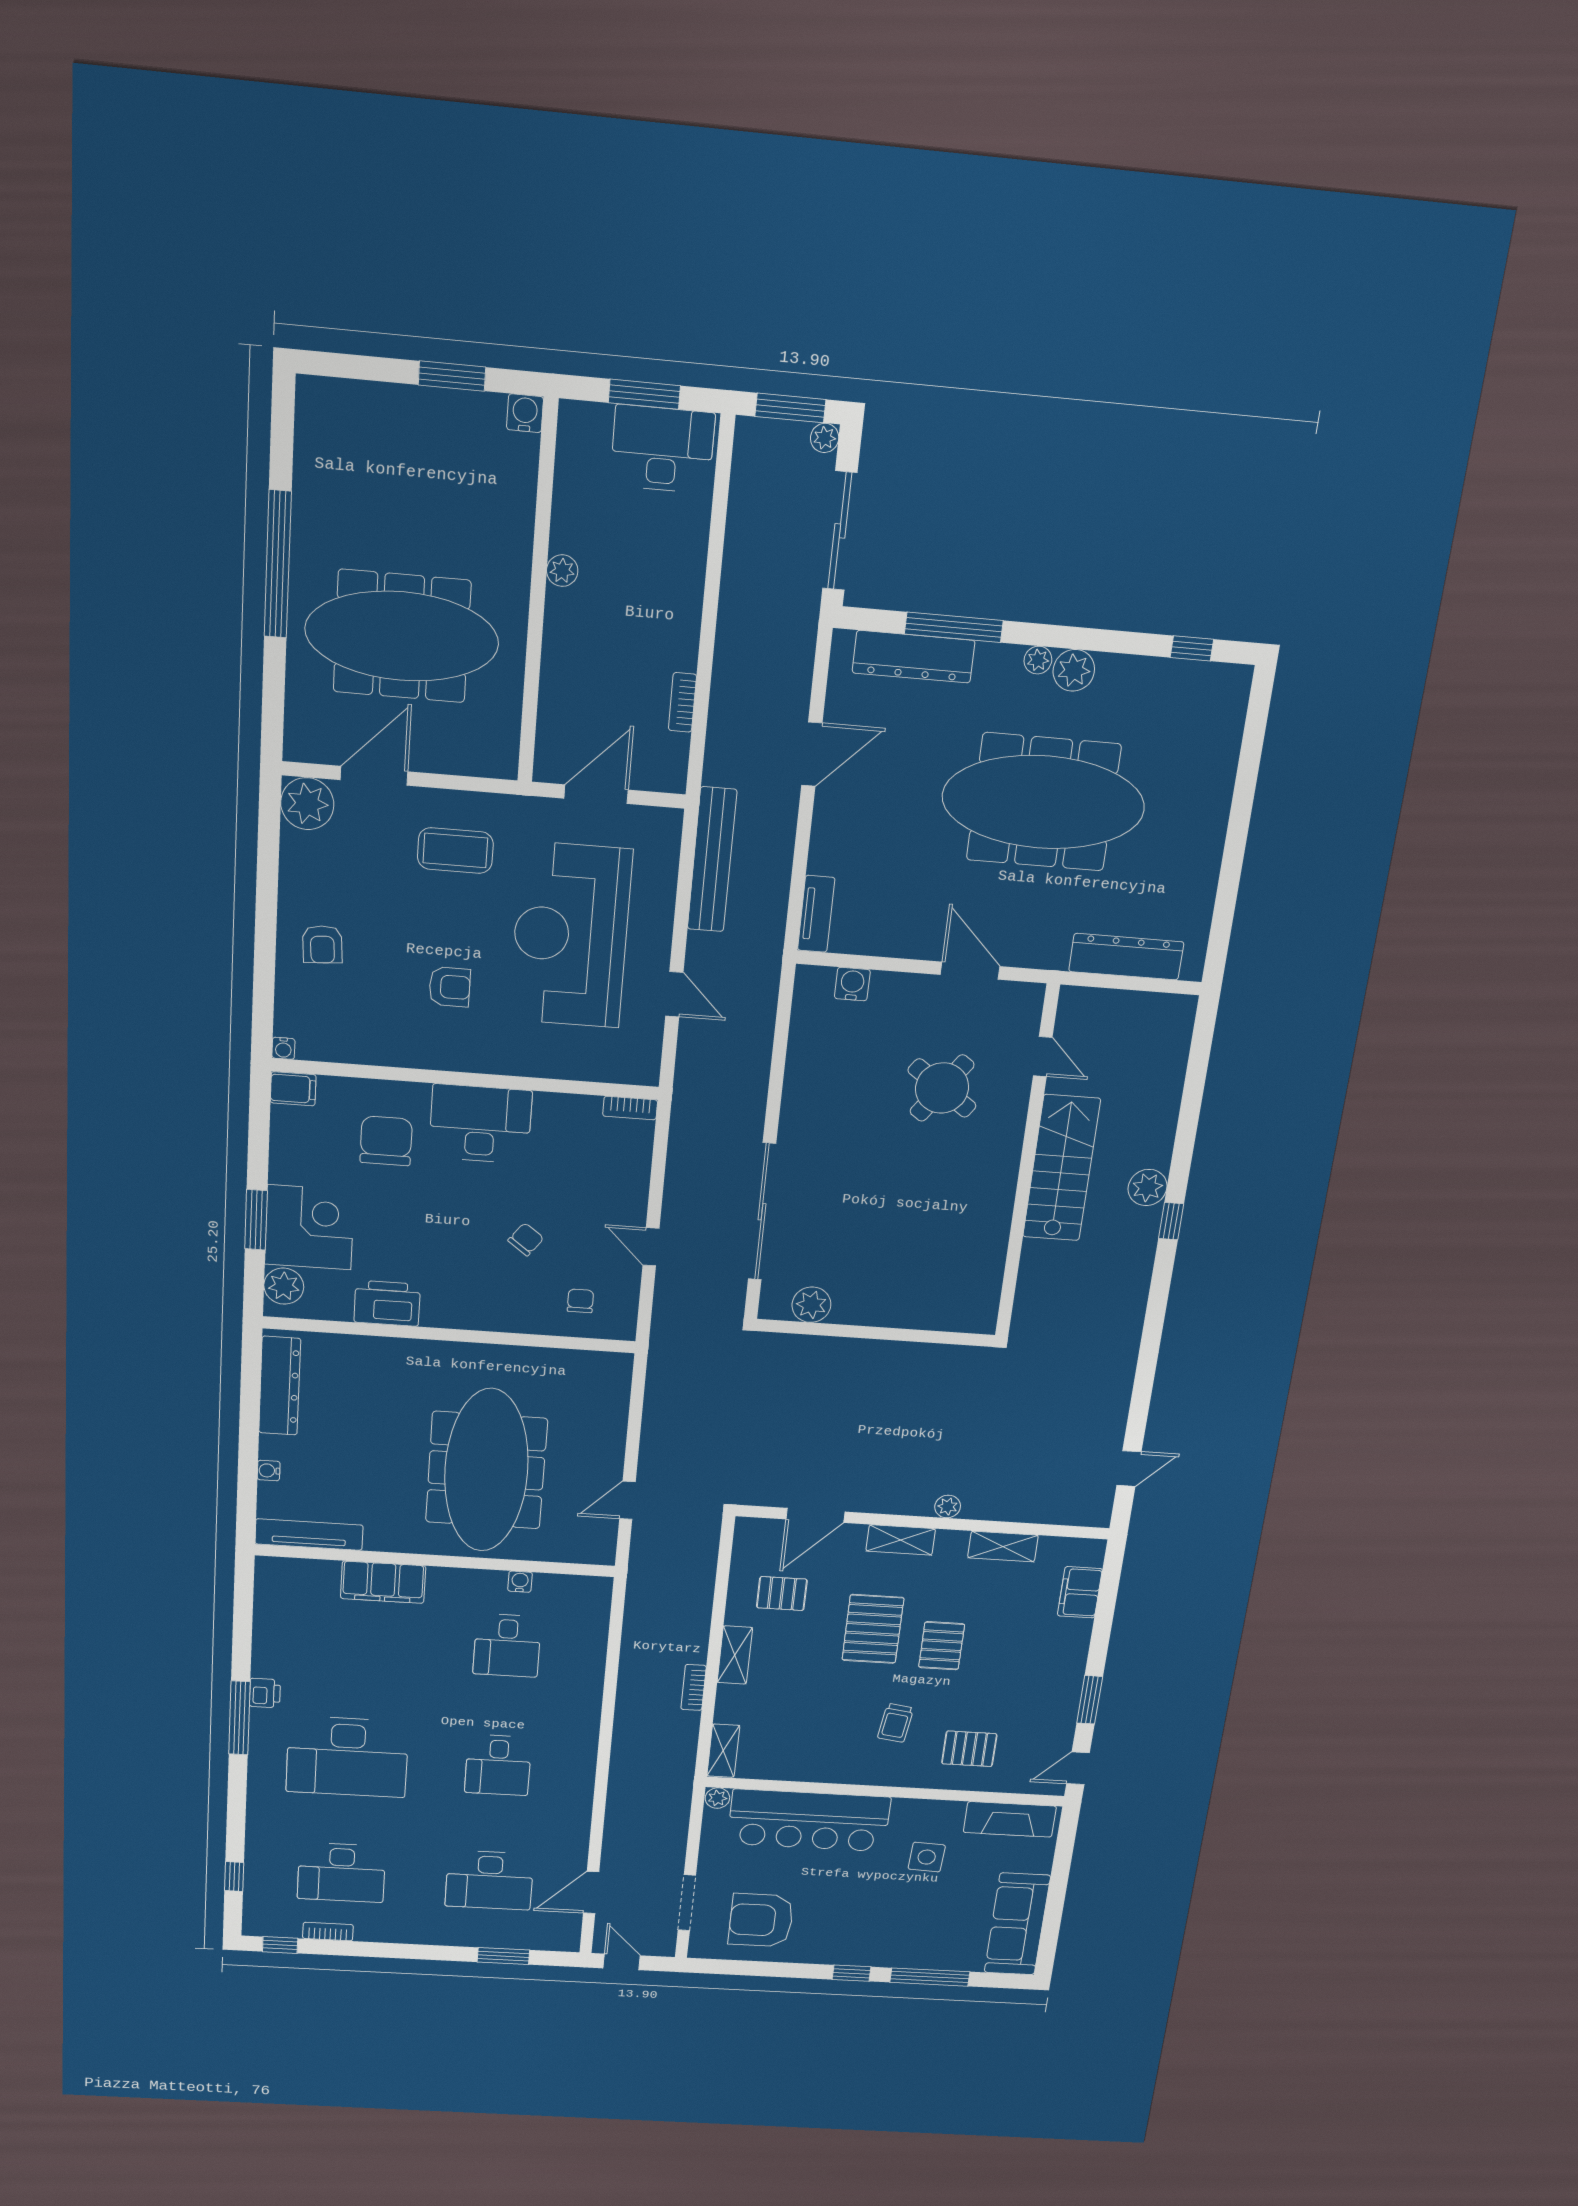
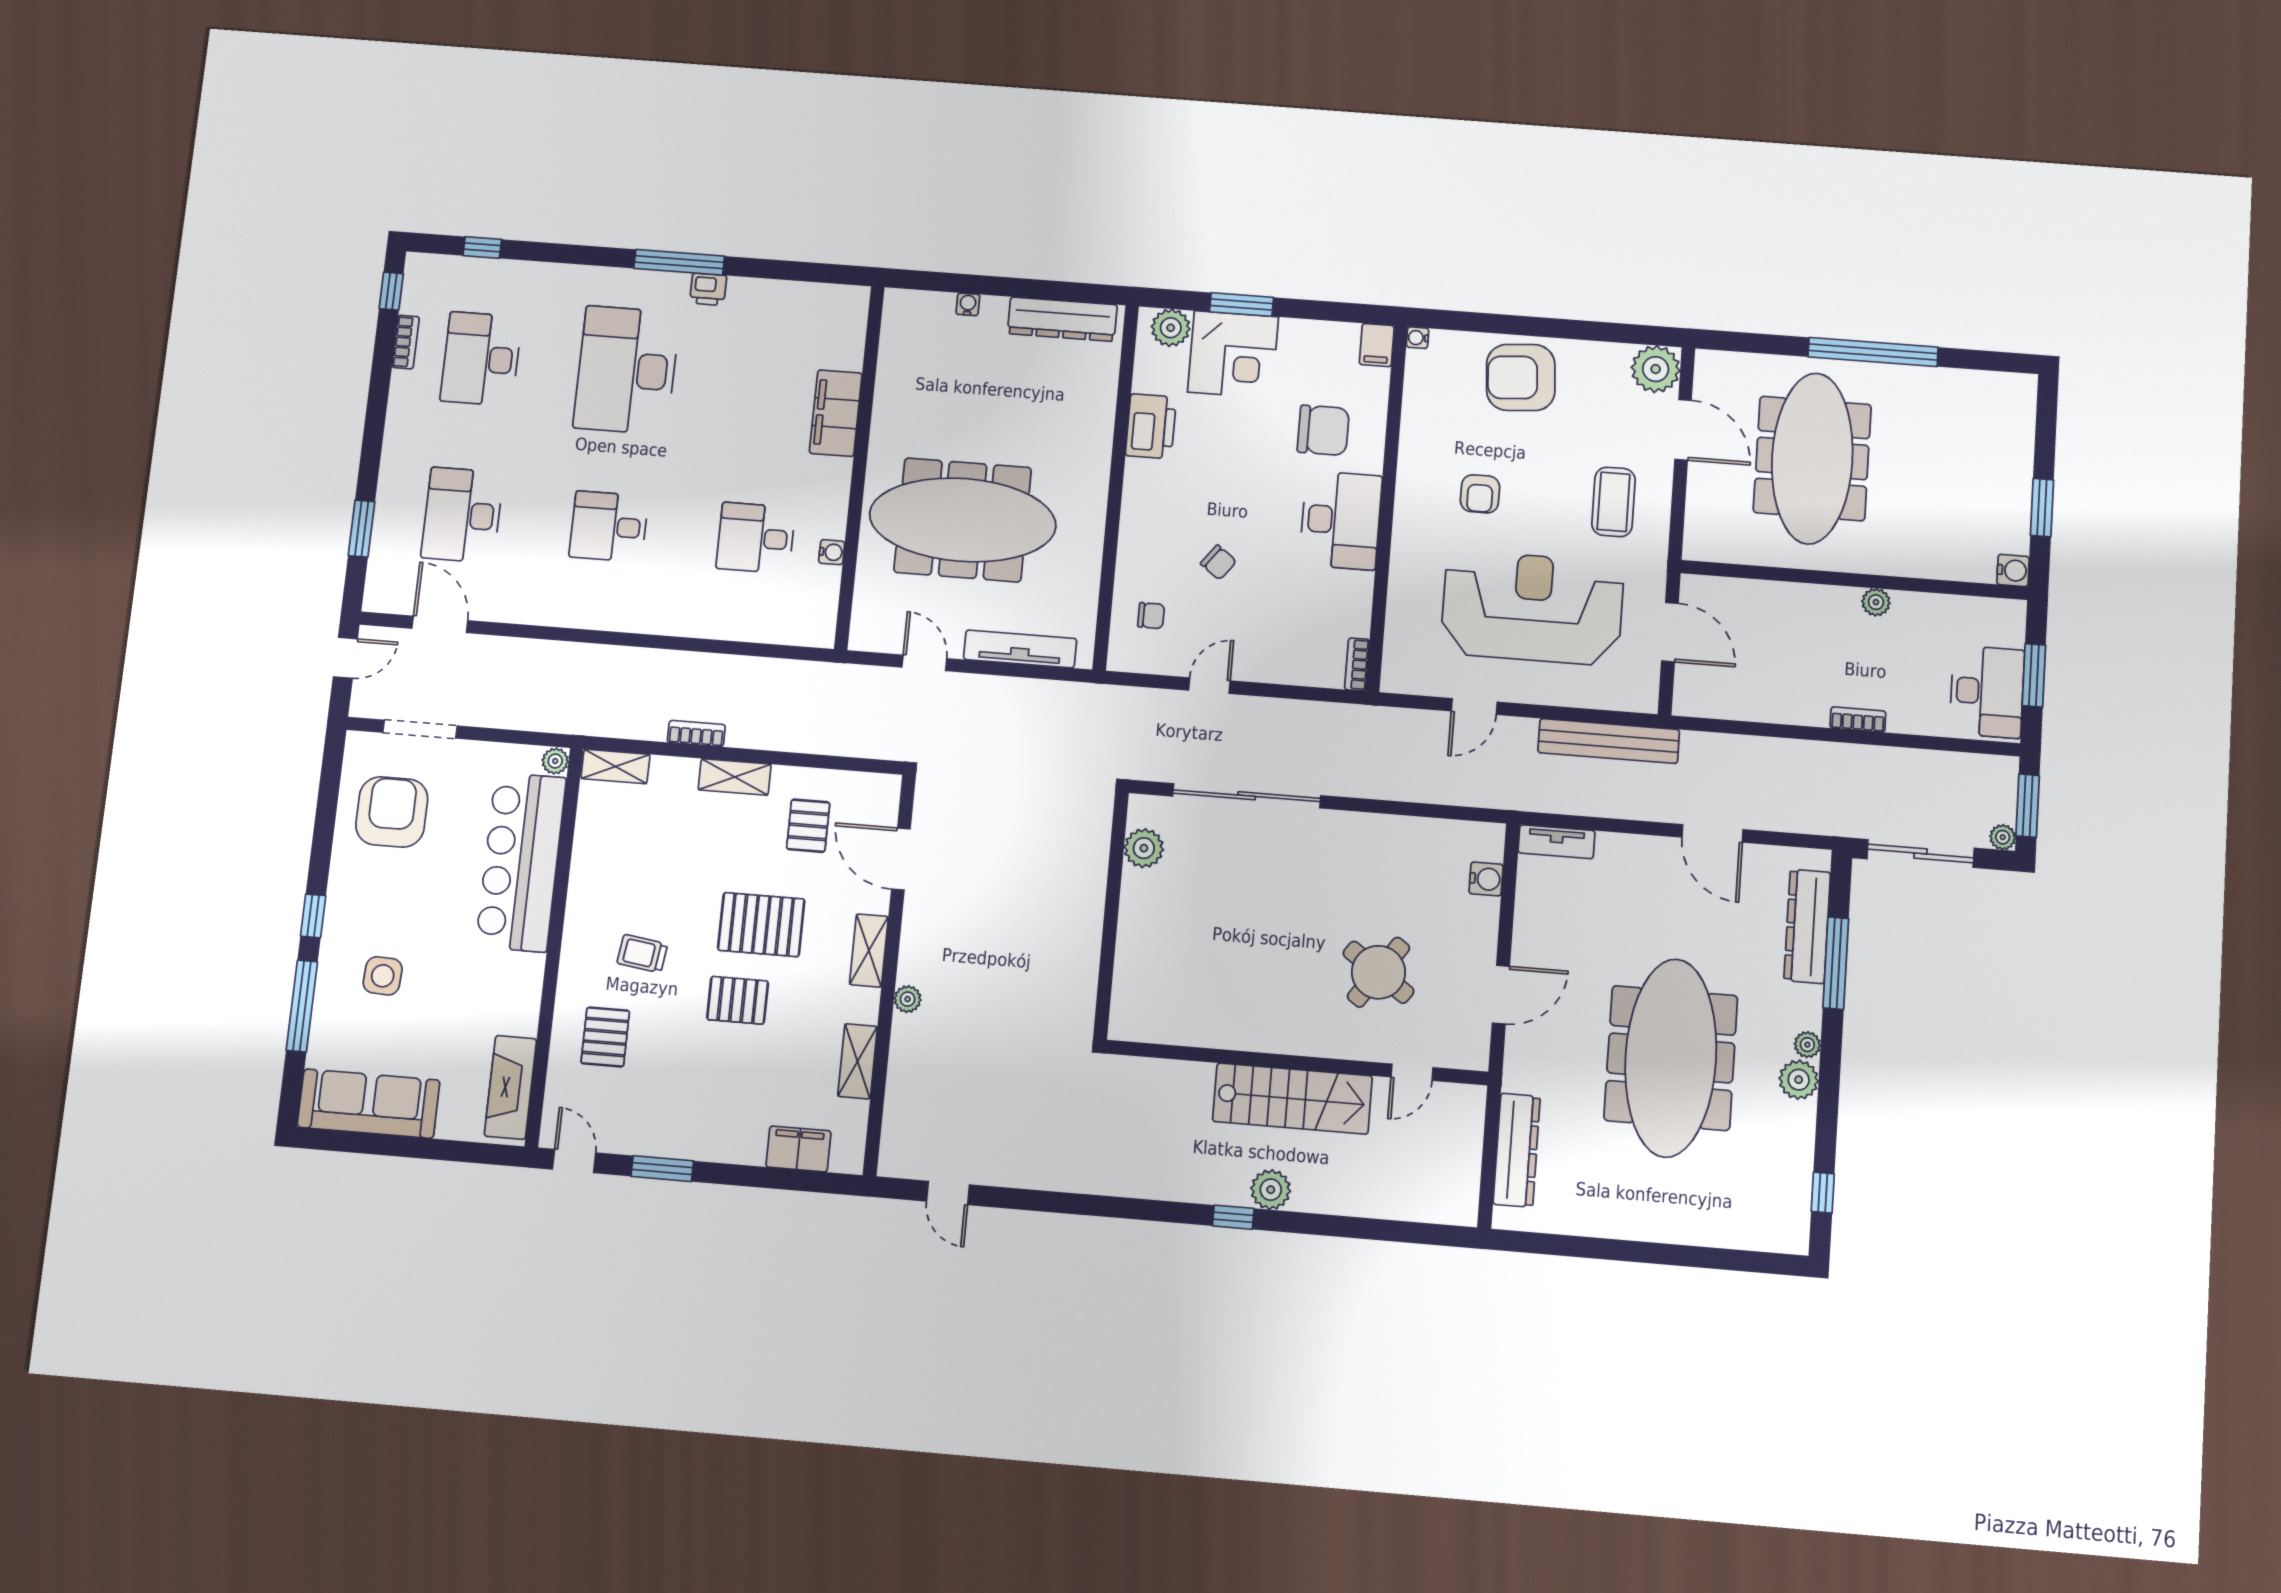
bookcase: (682, 702) -> (1858, 720), moved
armchair: (322, 944) -> (1521, 378), width x1.88, depth x1.88
tv unit: (309, 1534) -> (1020, 649), moved, turned -90
side table: (927, 1857) -> (383, 976), moved

